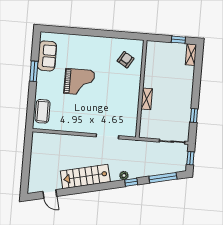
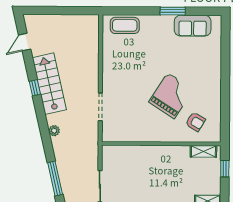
window: (178, 40) -> (225, 169), moved
grand piano: (79, 82) -> (171, 96), moved, turned -147
shelving: (147, 99) -> (203, 151), moved
window: (131, 182) -> (35, 88), moved

